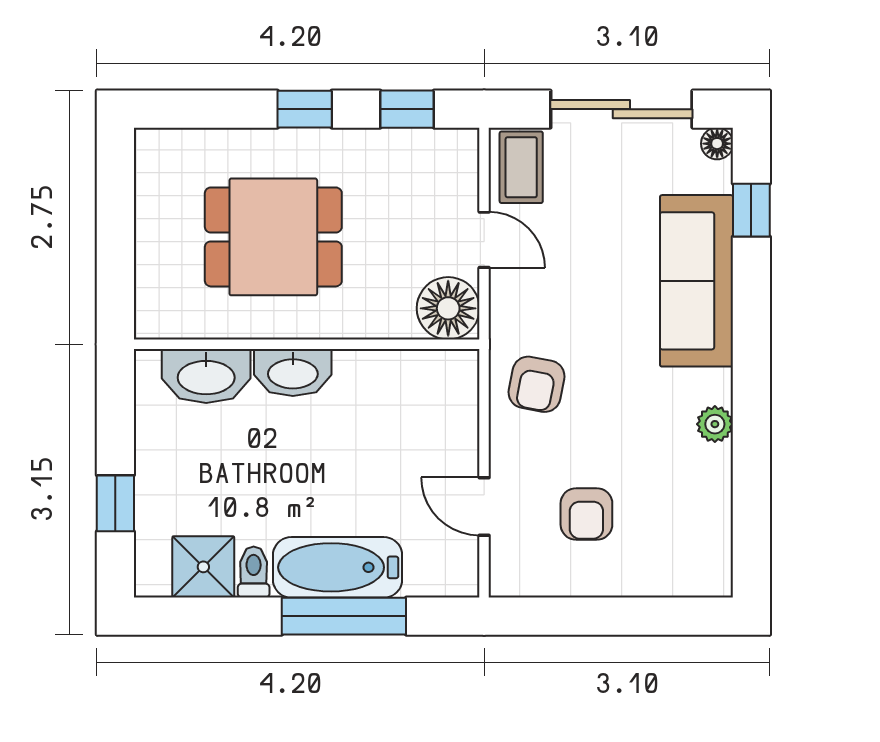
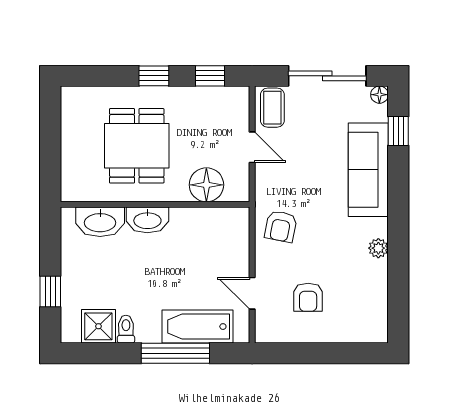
dining table: (273, 237) -> (137, 146), turned 90
floor lamp: (448, 308) -> (206, 185), moved
bathtub: (338, 567) -> (198, 327), moved

